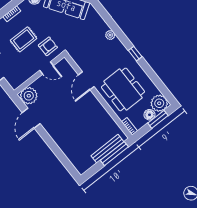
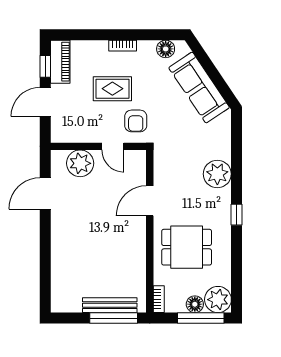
plant: (110, 35) -> (217, 174), width x1.87, depth x1.87
armchair: (48, 46) -> (136, 121), turned 90
dining table: (123, 89) -> (187, 247), width x0.73
plant: (29, 96) -> (80, 163), moved
window: (158, 119) -> (201, 318), width x1.44

